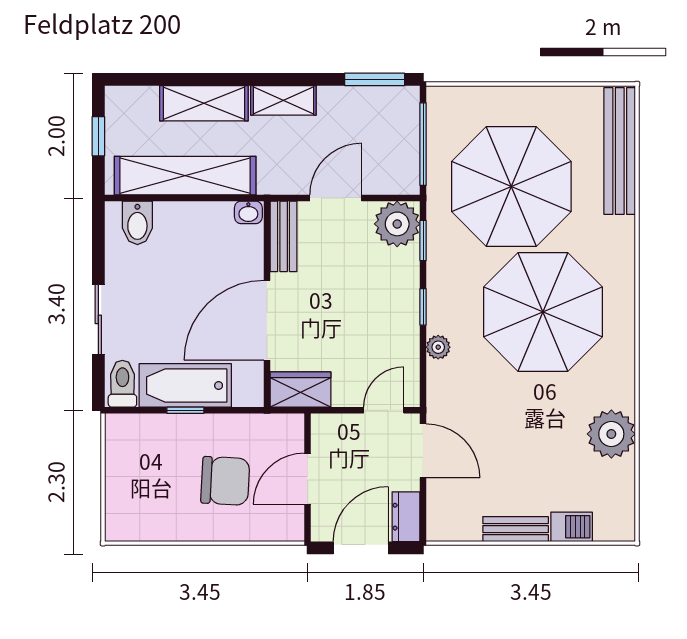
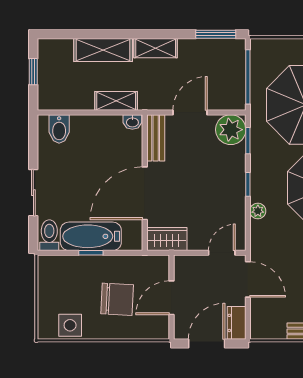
shelving: (185, 176) -> (116, 101), width x0.45, depth x0.75
side table: (154, 520) -> (70, 325), added

